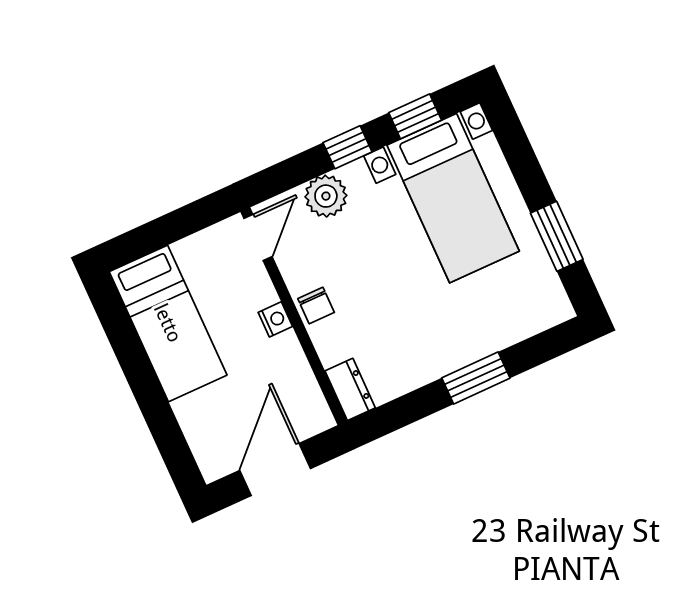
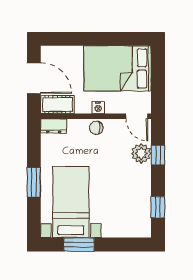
window: (347, 147) -> (158, 155), moved
bed with nightstands: (453, 198) -> (71, 202), moved, turned 90
bed: (168, 323) -> (117, 68), width x1.50
cot: (305, 401) -> (57, 105), added

